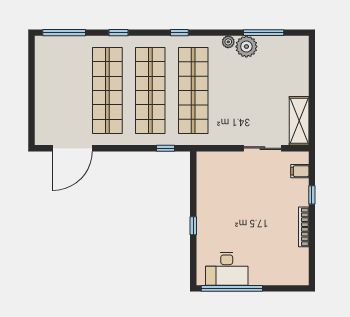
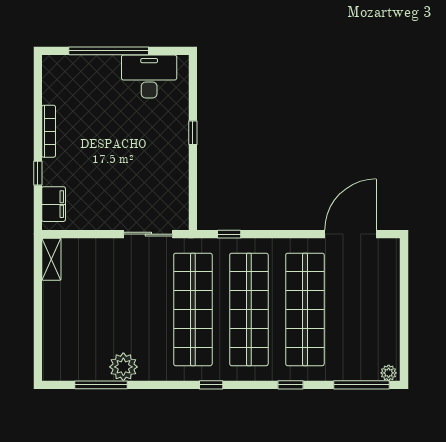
plant: (228, 42) -> (389, 373), moved
shelving: (299, 121) -> (51, 259), width x0.67, depth x0.75
sliding door: (262, 148) -> (148, 234), moved
filing cabinet: (300, 171) -> (54, 204), width x2.00
window: (232, 288) -> (109, 51), moved

